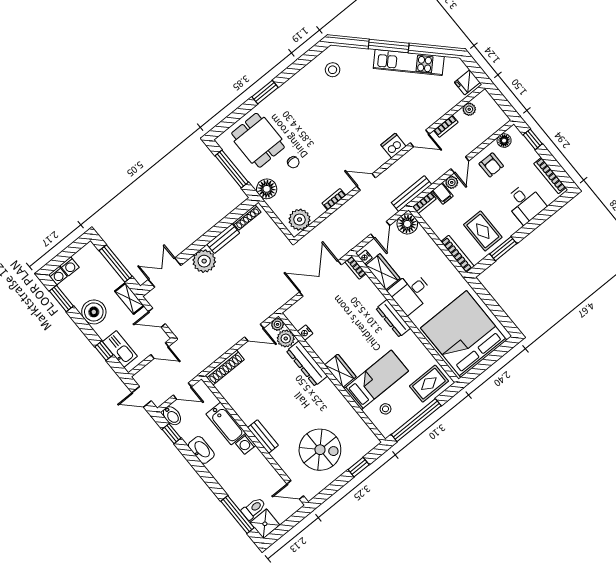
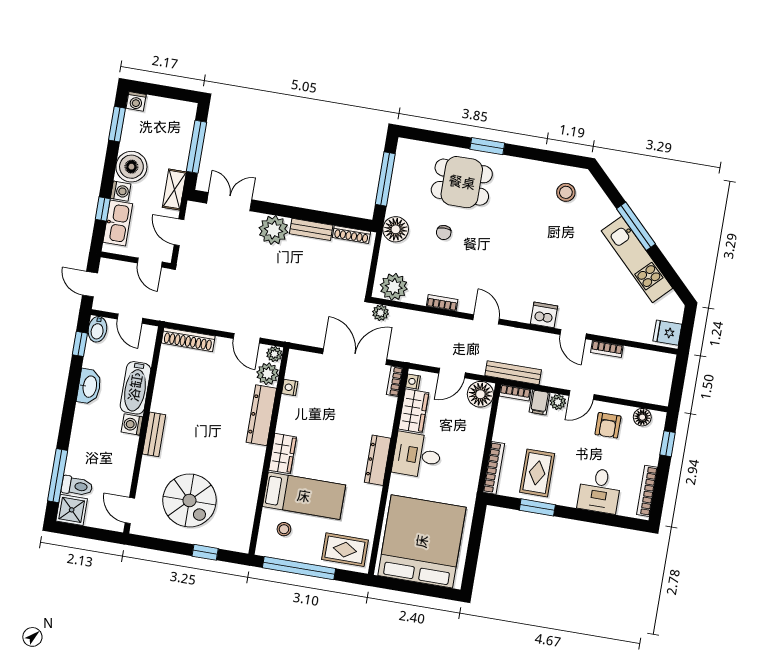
plant: (469, 109) -> (380, 313), moved
dining table: (258, 140) -> (462, 182), moved, turned 90
washing machine: (70, 266) -> (121, 191), moved, turned -90

